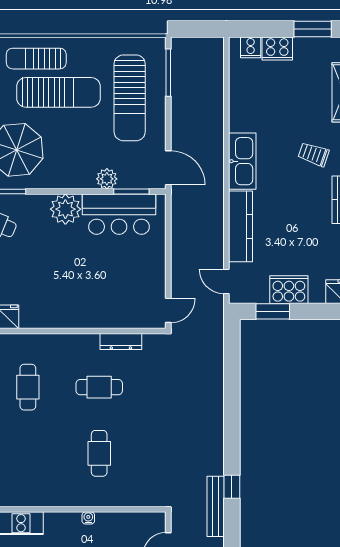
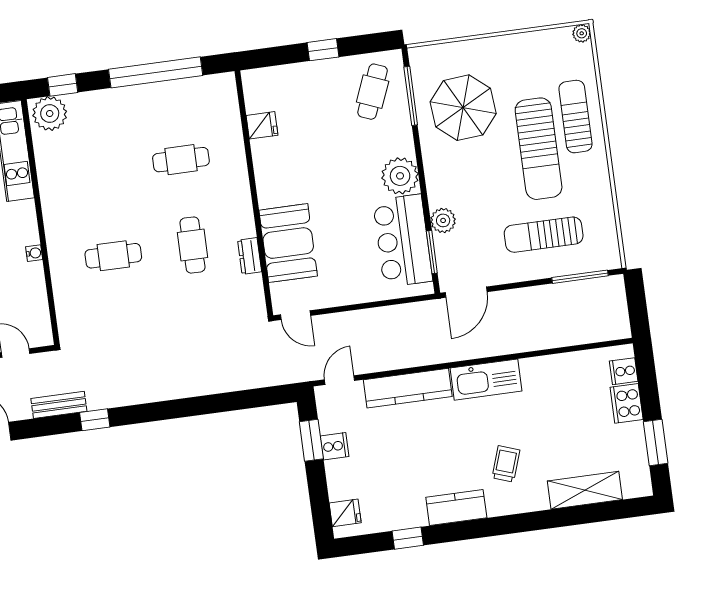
sun lounger: (130, 98) -> (544, 235), width x0.73, depth x0.75
cooker: (289, 290) -> (335, 446), width x0.53, depth x0.76
booth: (108, 308) -> (288, 243), added
dresser: (121, 341) -> (250, 256), width x0.70
bench: (216, 506) -> (59, 405), width x0.73

